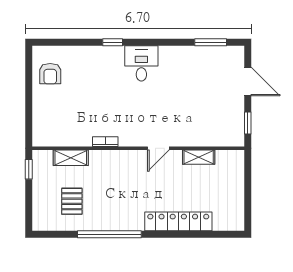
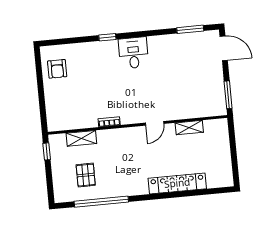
door: (248, 82) -> (224, 48), moved
window: (248, 123) -> (228, 95), width x1.50
window: (109, 234) -> (101, 202), moved

